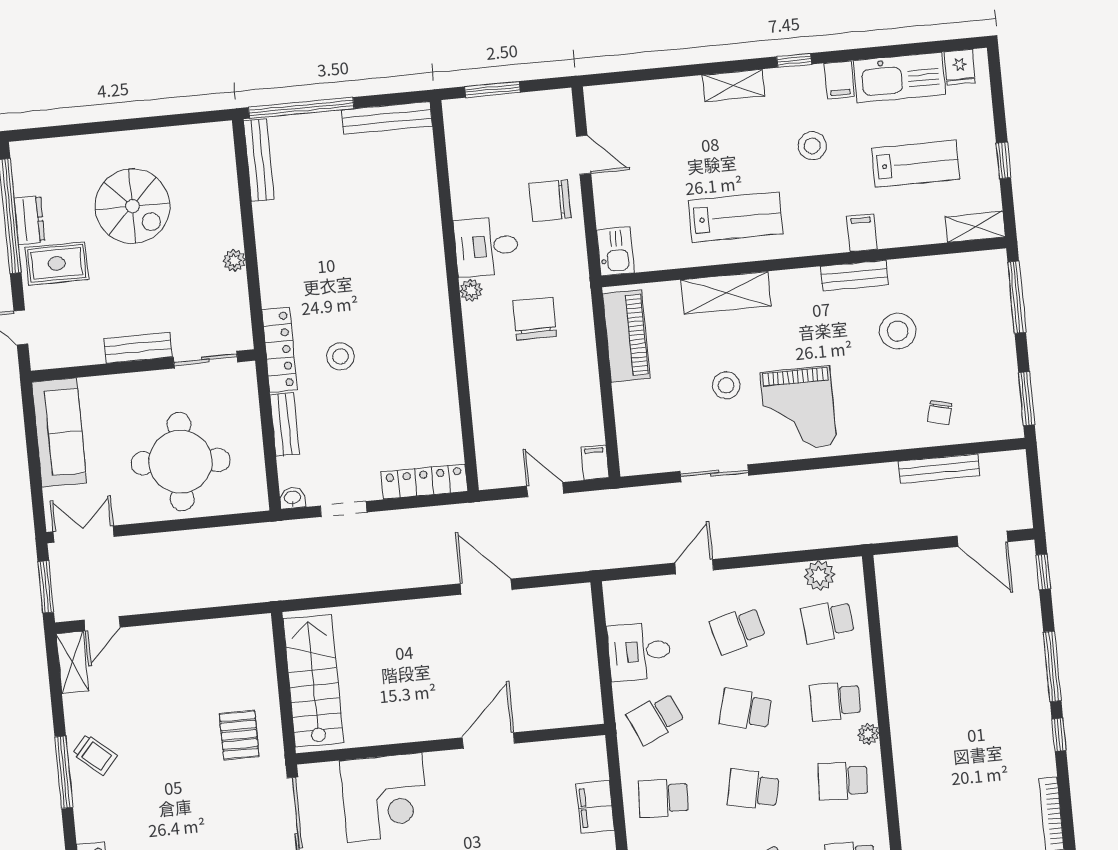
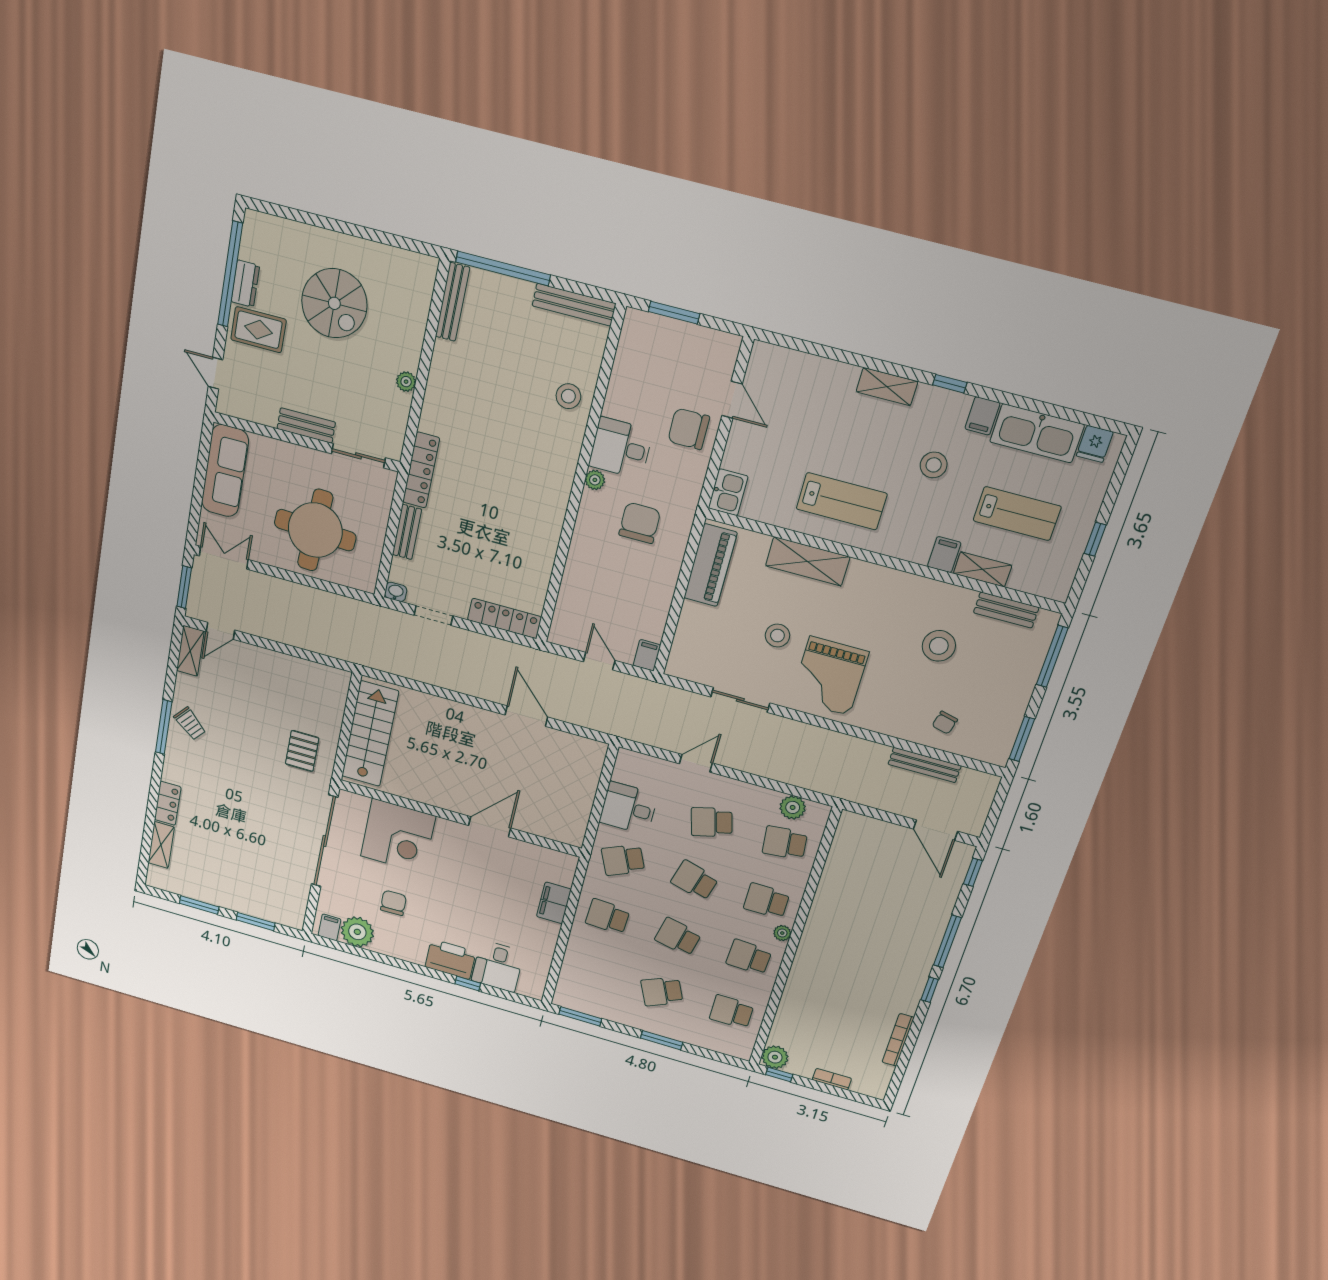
shelving: (975, 227) -> (983, 569), moved
bench: (854, 276) -> (1006, 610), moved
stool: (340, 356) -> (568, 396), moved

